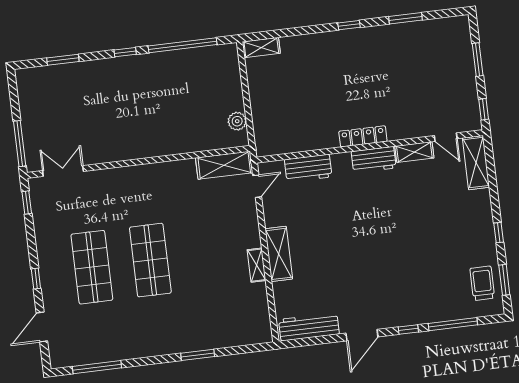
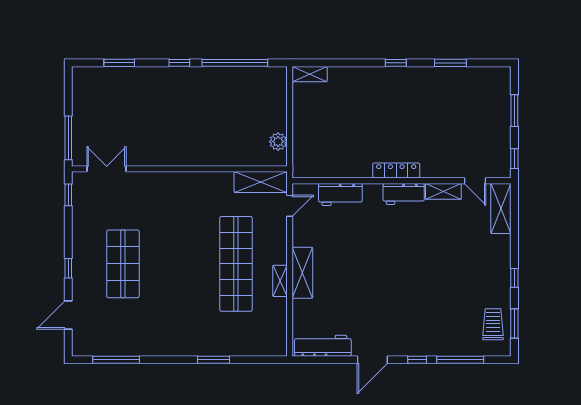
shop shelf: (150, 260) -> (236, 264), moved, width x1.40

